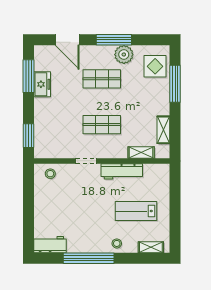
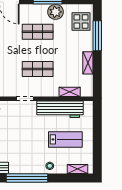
shelving: (163, 130) -> (88, 63), moved
workbench: (122, 171) -> (60, 109), width x1.36, depth x1.32
lab bench: (136, 211) -> (65, 139), turned 180

